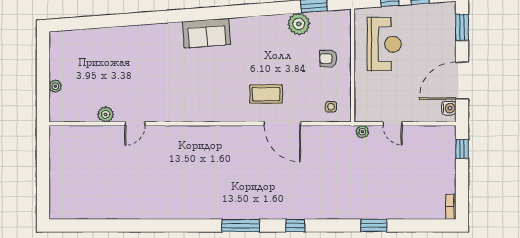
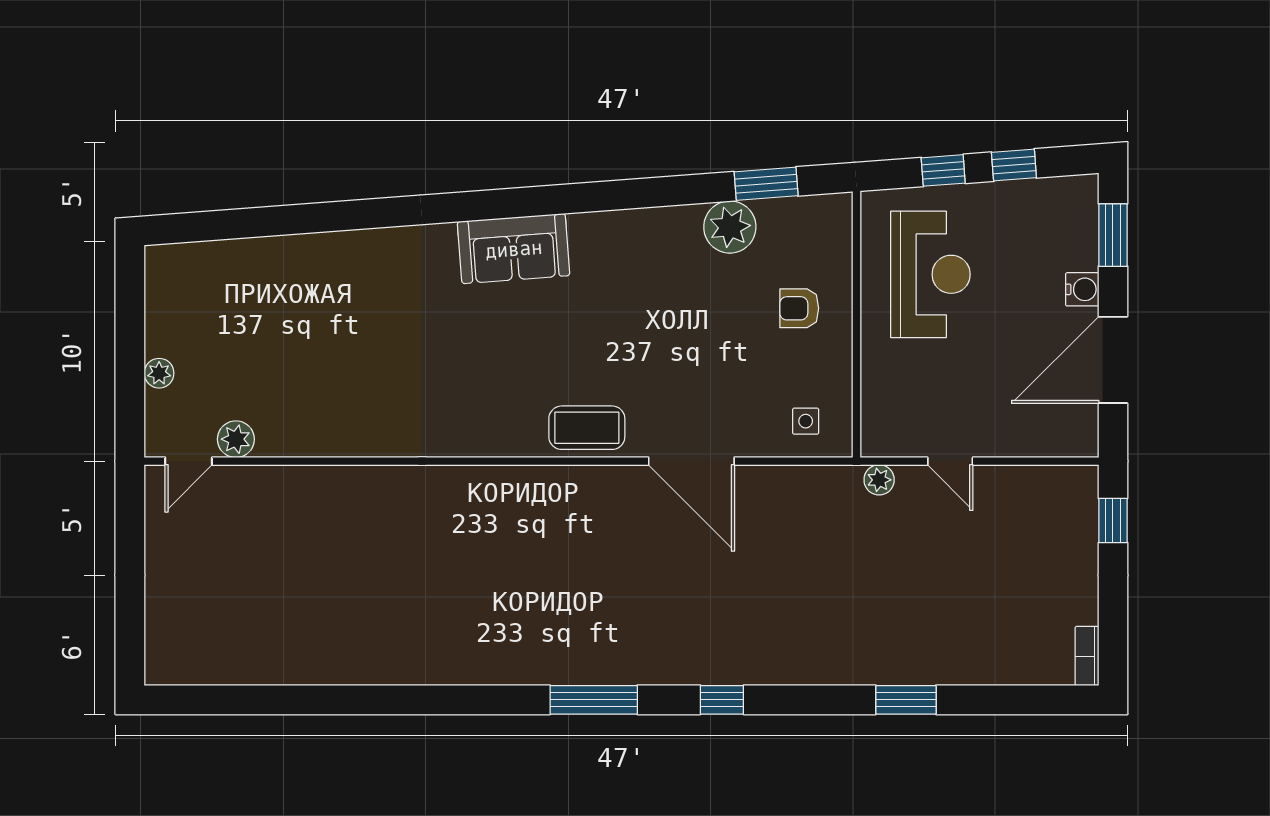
coffee table: (266, 94) -> (587, 428), moved
water cooler: (449, 108) -> (1082, 289), moved
plant: (106, 114) -> (236, 439), moved
door: (135, 124) -> (189, 461), moved

